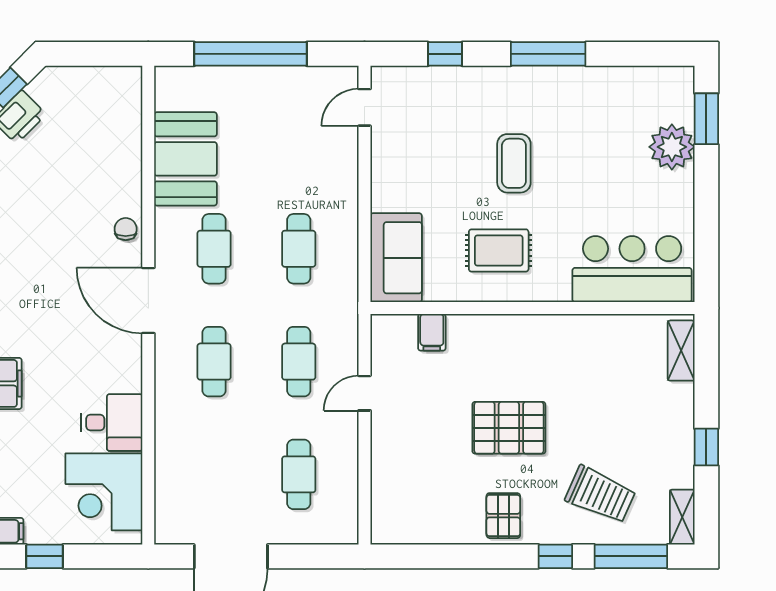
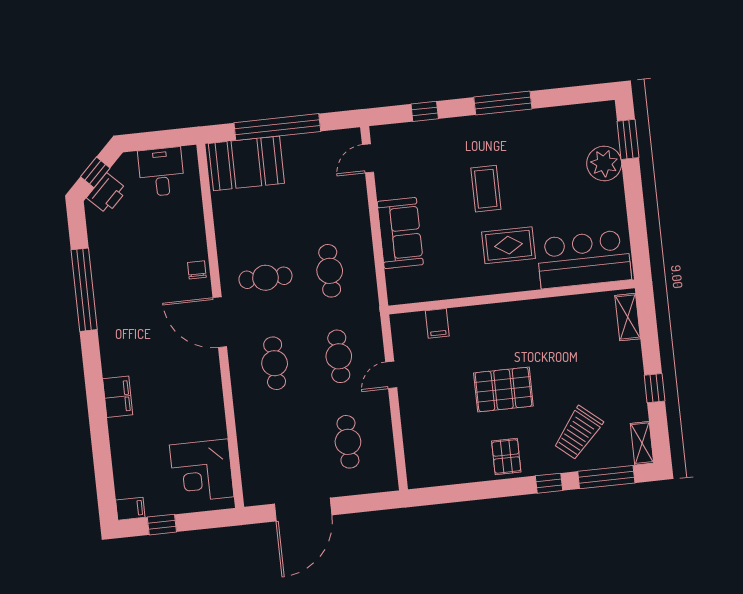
booth: (185, 159) -> (246, 163), moved, turned 90
cafe table: (214, 249) -> (265, 278), turned 90
rug: (499, 250) -> (509, 245), moved
sofa: (396, 258) -> (400, 233), moved
desk: (112, 423) -> (161, 172), moved, turned -90
trolley: (600, 495) -> (578, 433), turned 106

